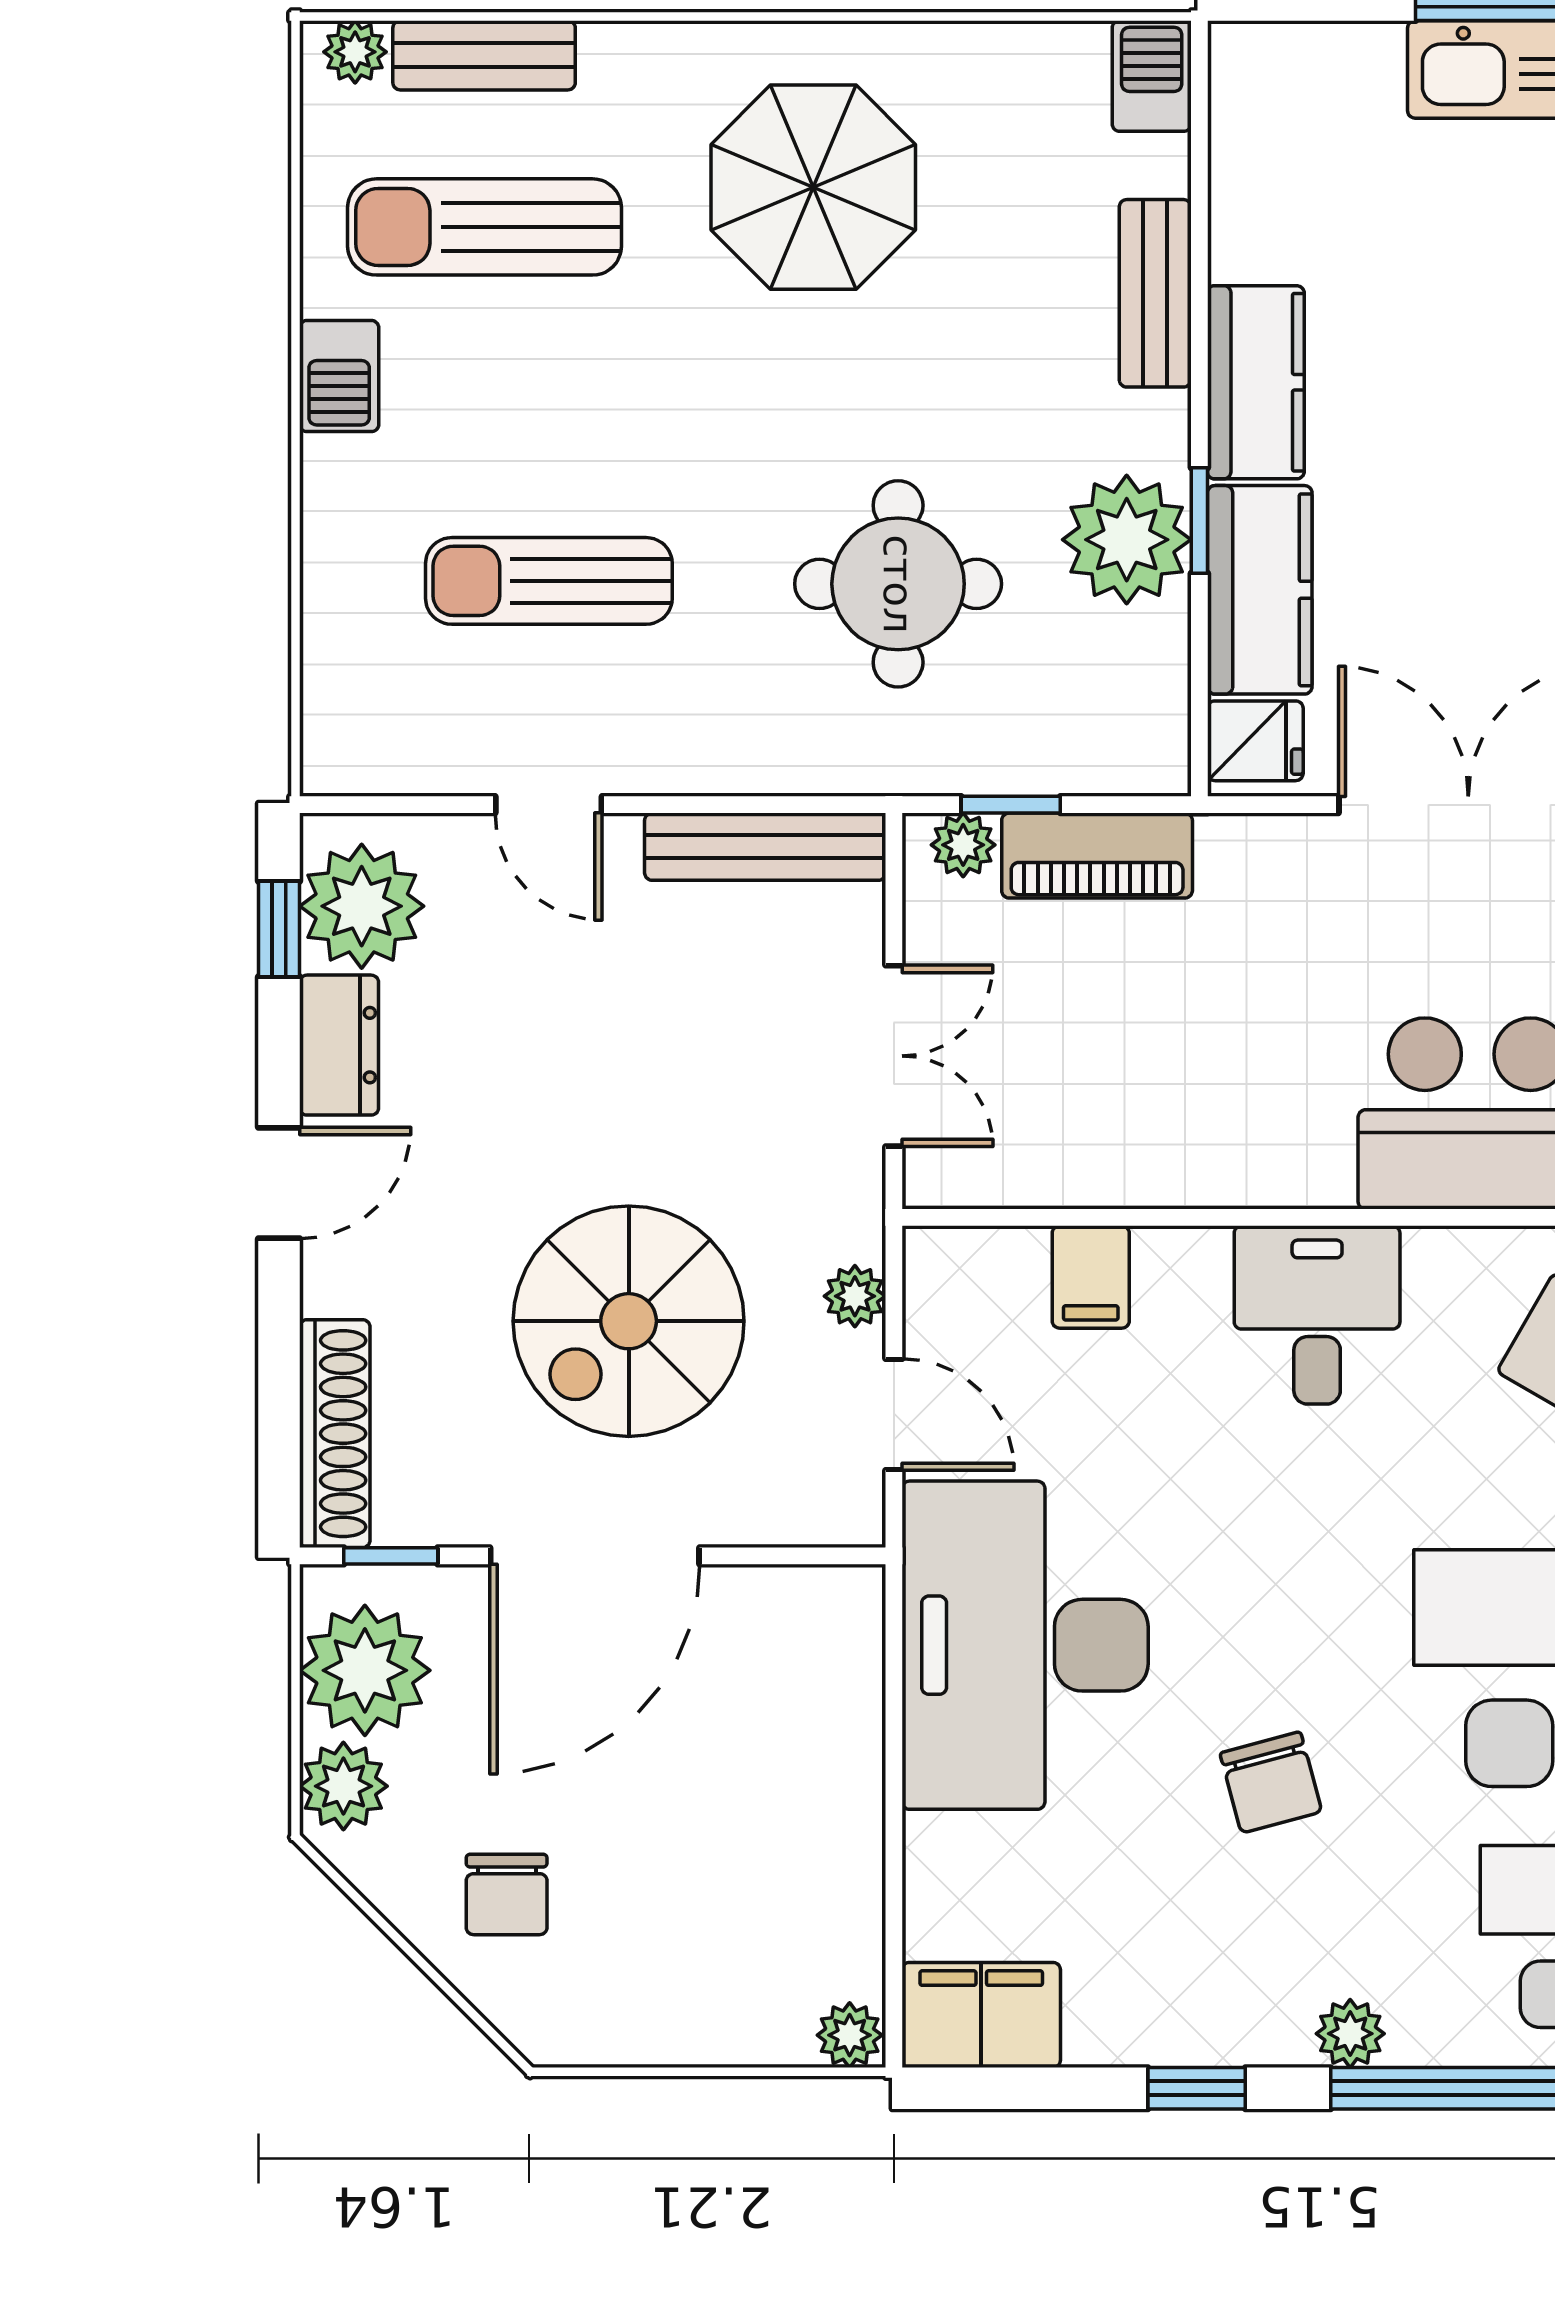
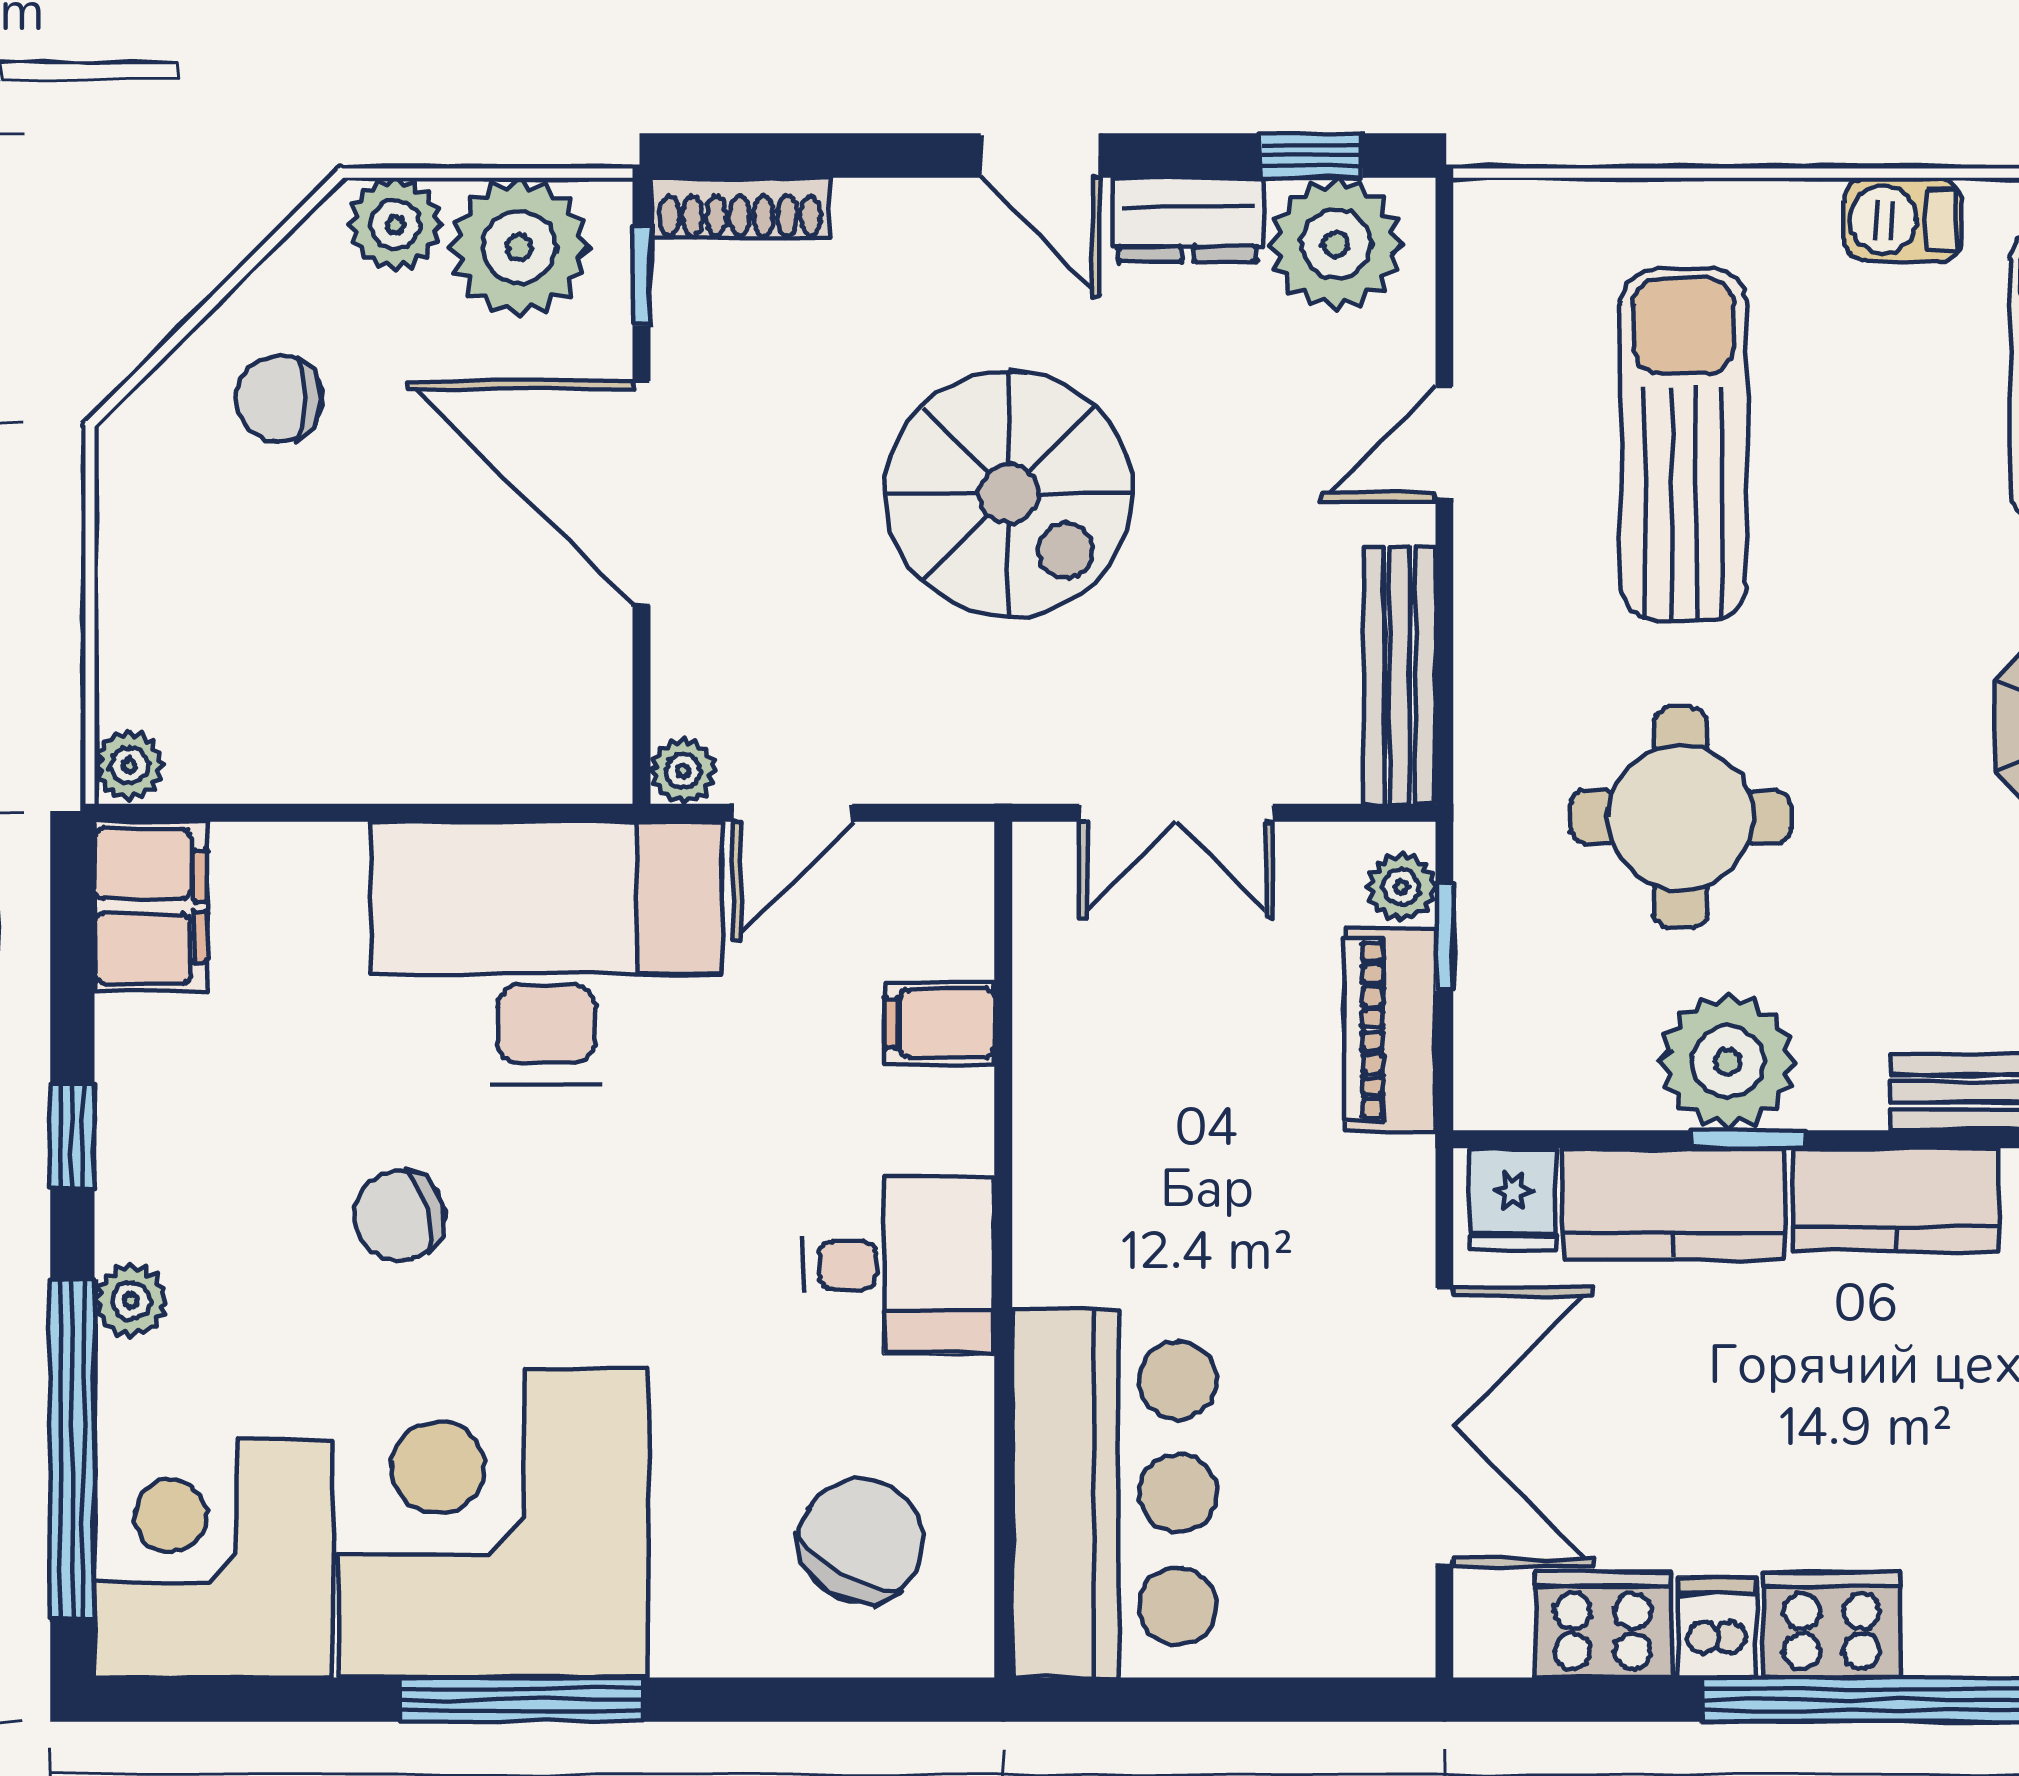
sun lounger: (549, 581) -> (1684, 444), width x1.36, depth x1.34
plant: (855, 1296) -> (683, 771), moved
spiral stairs: (629, 1321) -> (1009, 494), moved, turned 180
shoe rack: (335, 1434) -> (740, 208), width x0.74, depth x0.81

